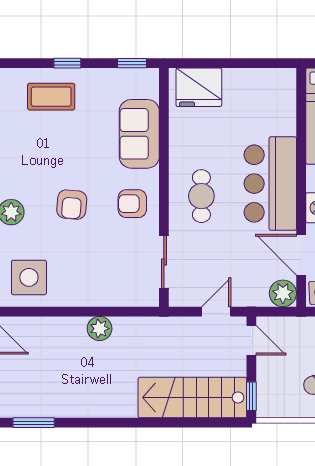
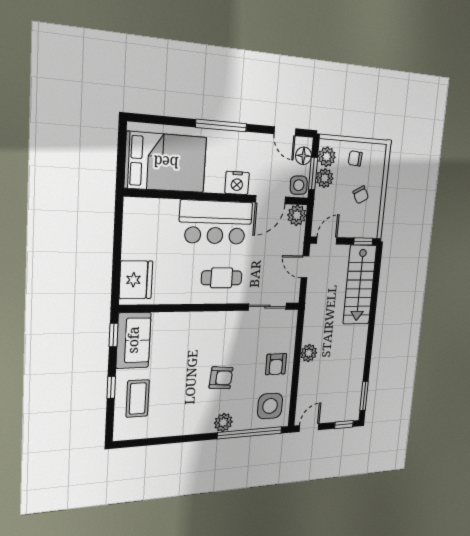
sofa: (139, 134) -> (133, 340), moved, turned -90
armchair: (132, 204) -> (276, 364), moved

